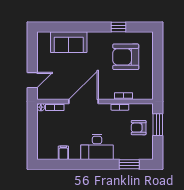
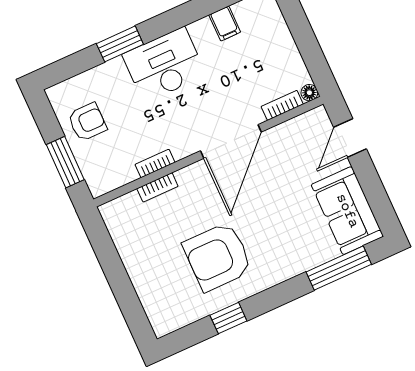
window: (62, 27) -> (339, 268), added
sofa: (69, 42) -> (347, 211), moved, turned -90
armchair: (126, 57) -> (218, 257), moved, turned 180
armchair: (139, 128) -> (87, 122), moved
window: (129, 164) -> (120, 44), moved

